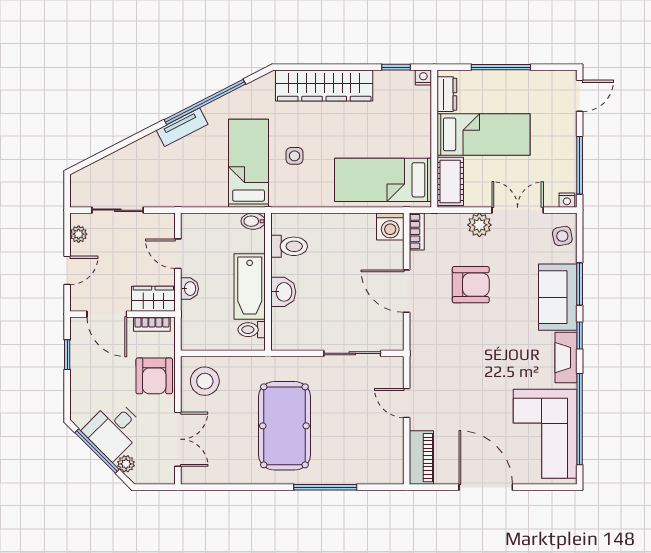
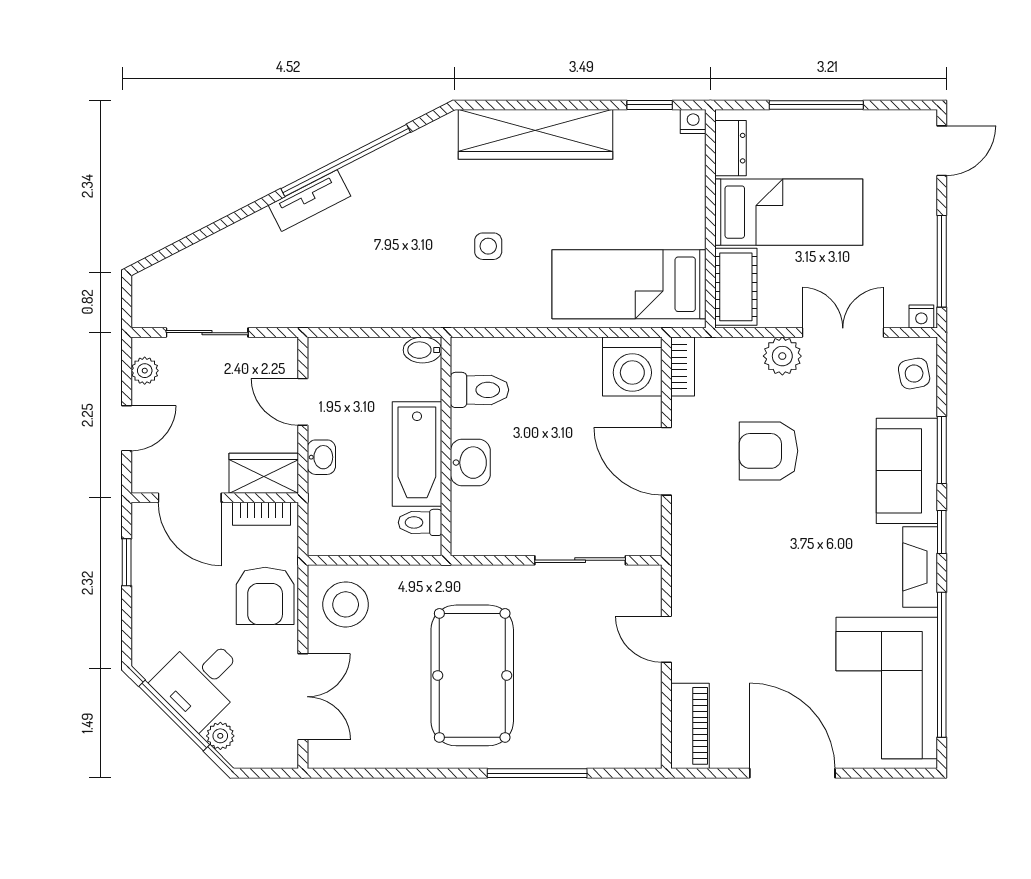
bed: (249, 163) -> (415, 258), removed
washing machine: (390, 227) -> (632, 367), width x1.37, depth x1.37
armchair: (471, 285) -> (768, 451), turned 180

